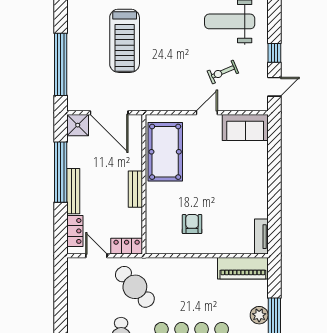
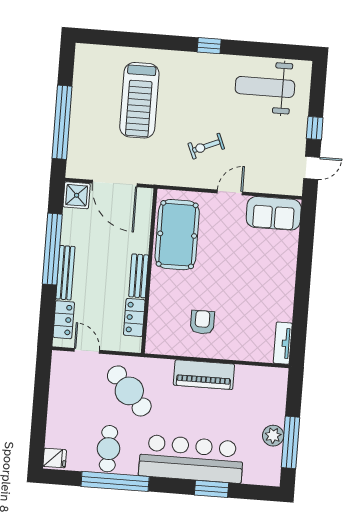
exercise bike: (223, 72) -> (206, 146), moved
locker: (127, 246) -> (134, 317), moved, turned -90
piano: (243, 268) -> (204, 375), moved

